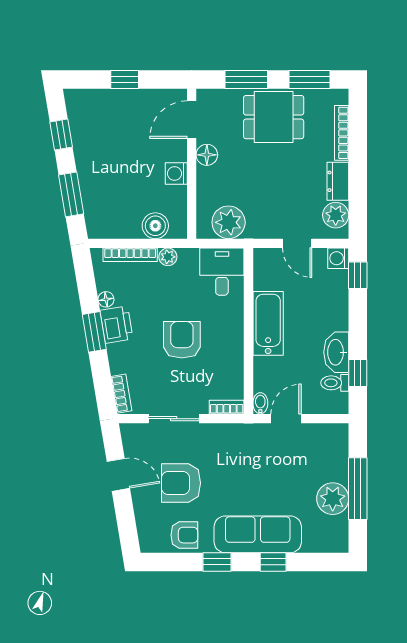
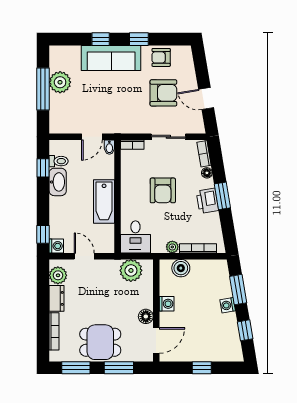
washing machine: (87, 171) -> (228, 305), added
floor lamp: (106, 299) -> (207, 173), moved

